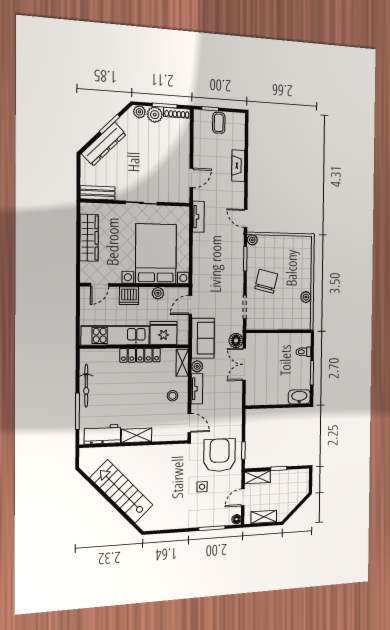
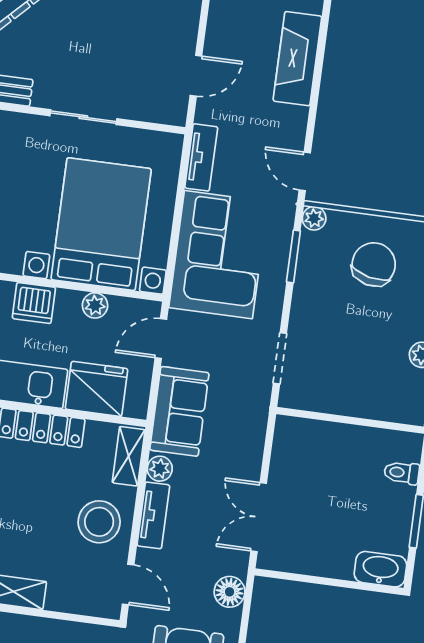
fireplace: (238, 166) -> (297, 59), width x1.37, depth x1.32
corner sofa: (212, 262) -> (218, 255), added
chair: (266, 281) -> (374, 264), moved
floor lamp: (236, 341) -> (230, 592), moved
double door: (244, 364) -> (259, 517), moved
stool: (172, 396) -> (99, 522), width x1.89, depth x1.89

